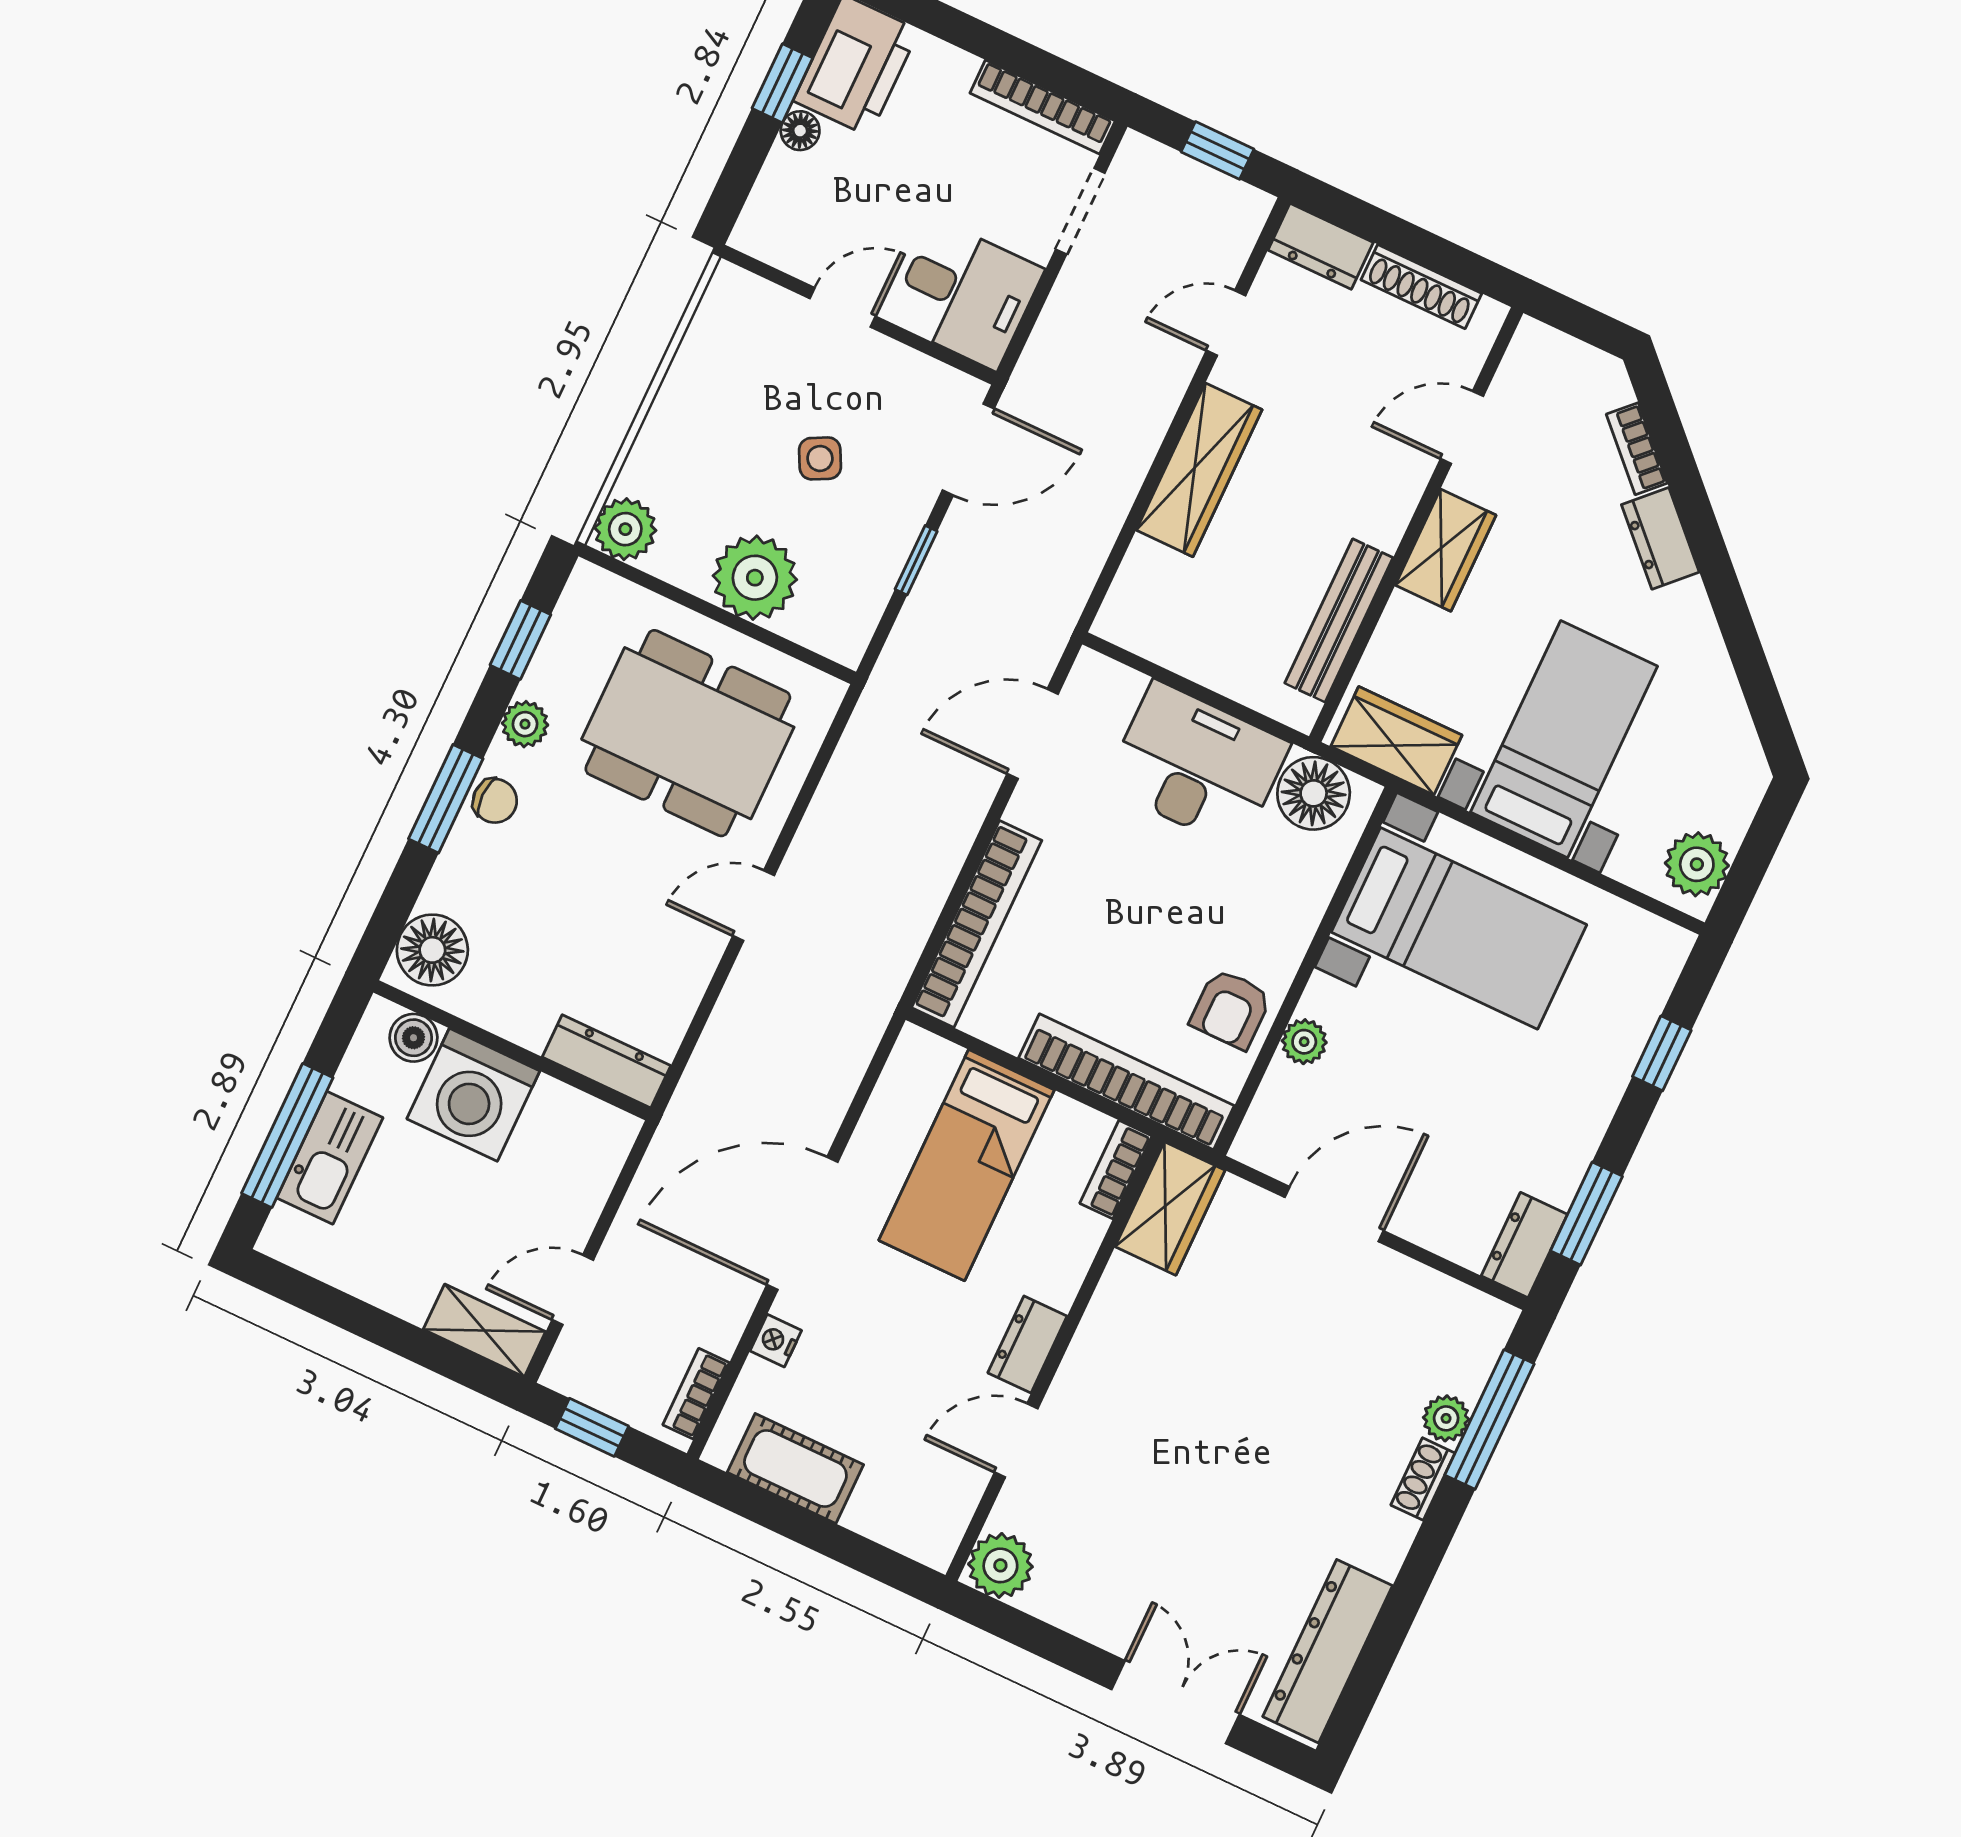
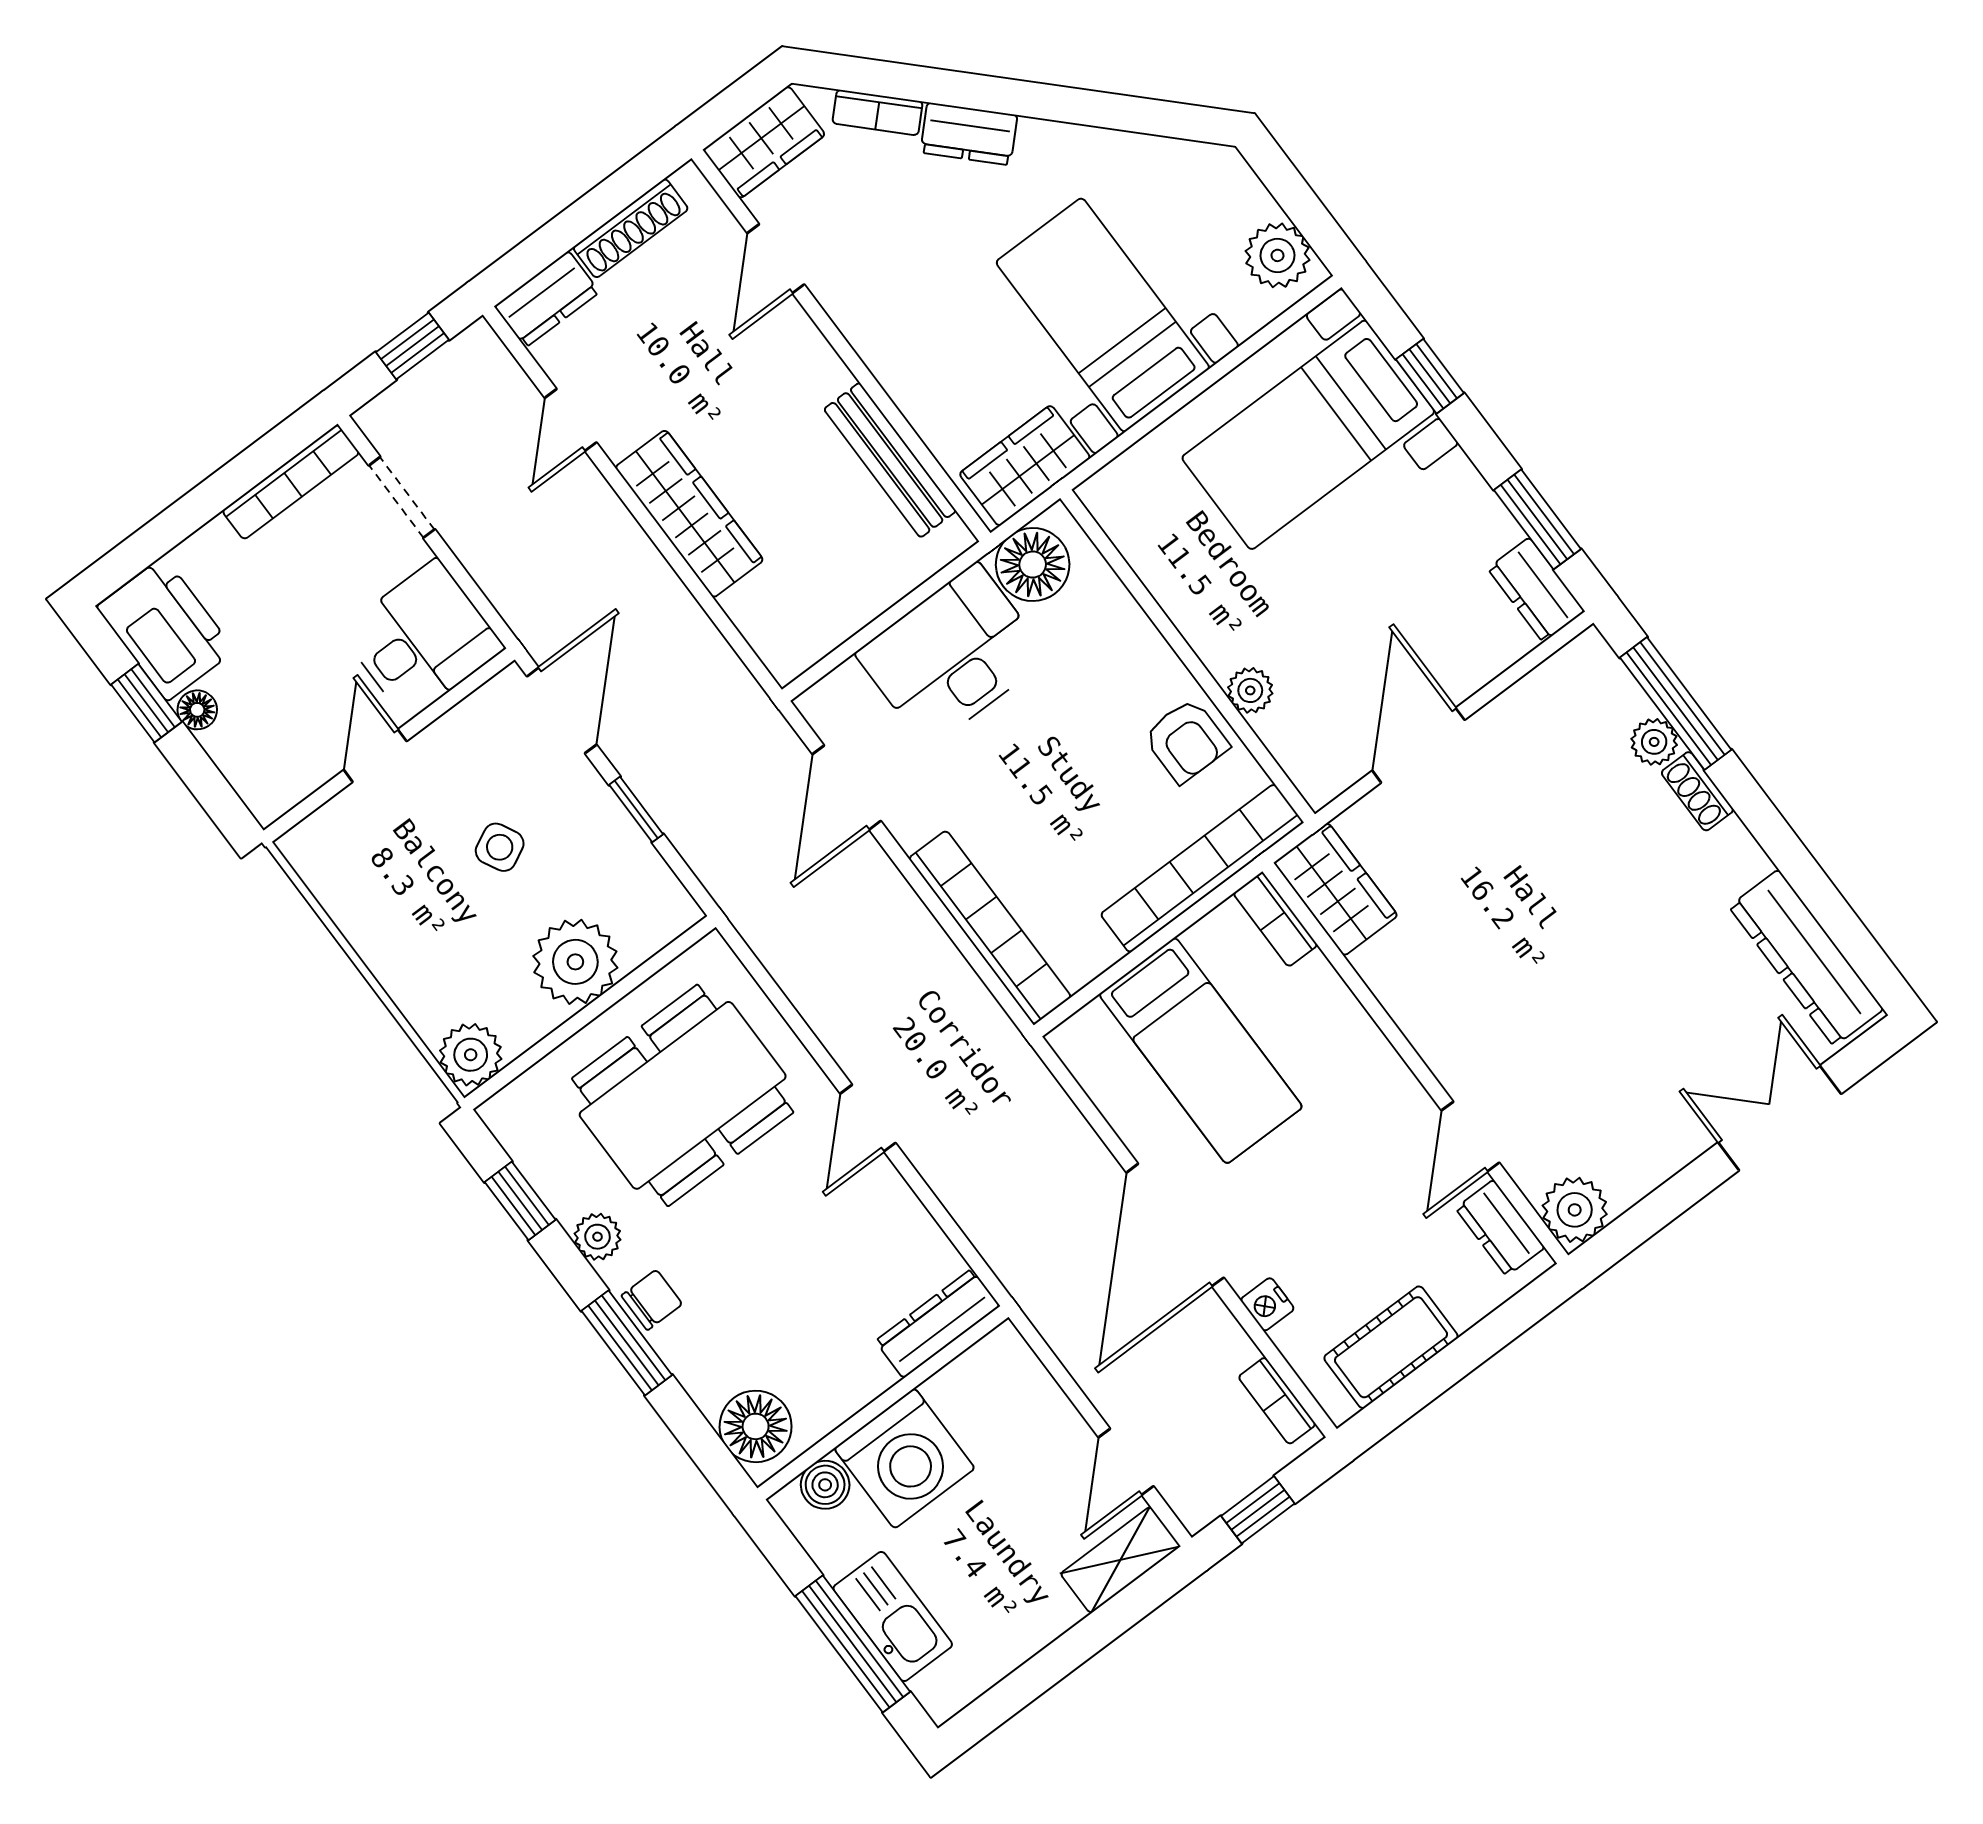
wardrobe: (1446, 550) -> (764, 142), moved, turned 90
bed with nightstands: (1459, 928) -> (1308, 435), moved, turned 180
dresser: (1027, 1344) -> (1500, 1228), moved

